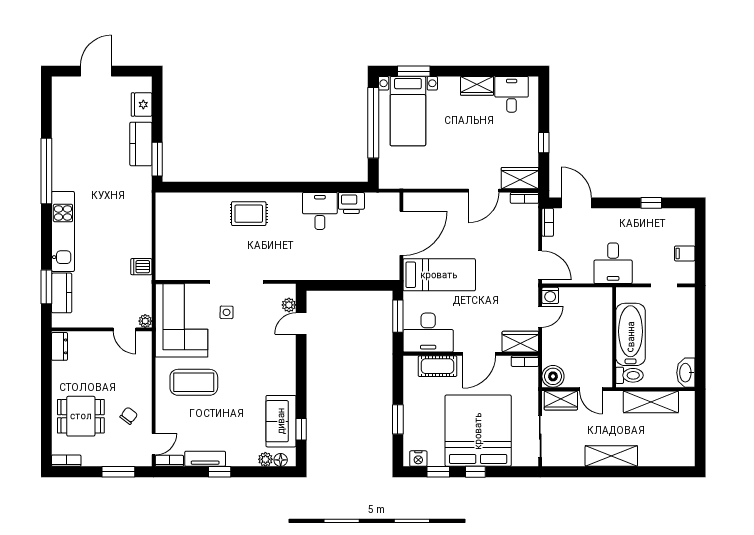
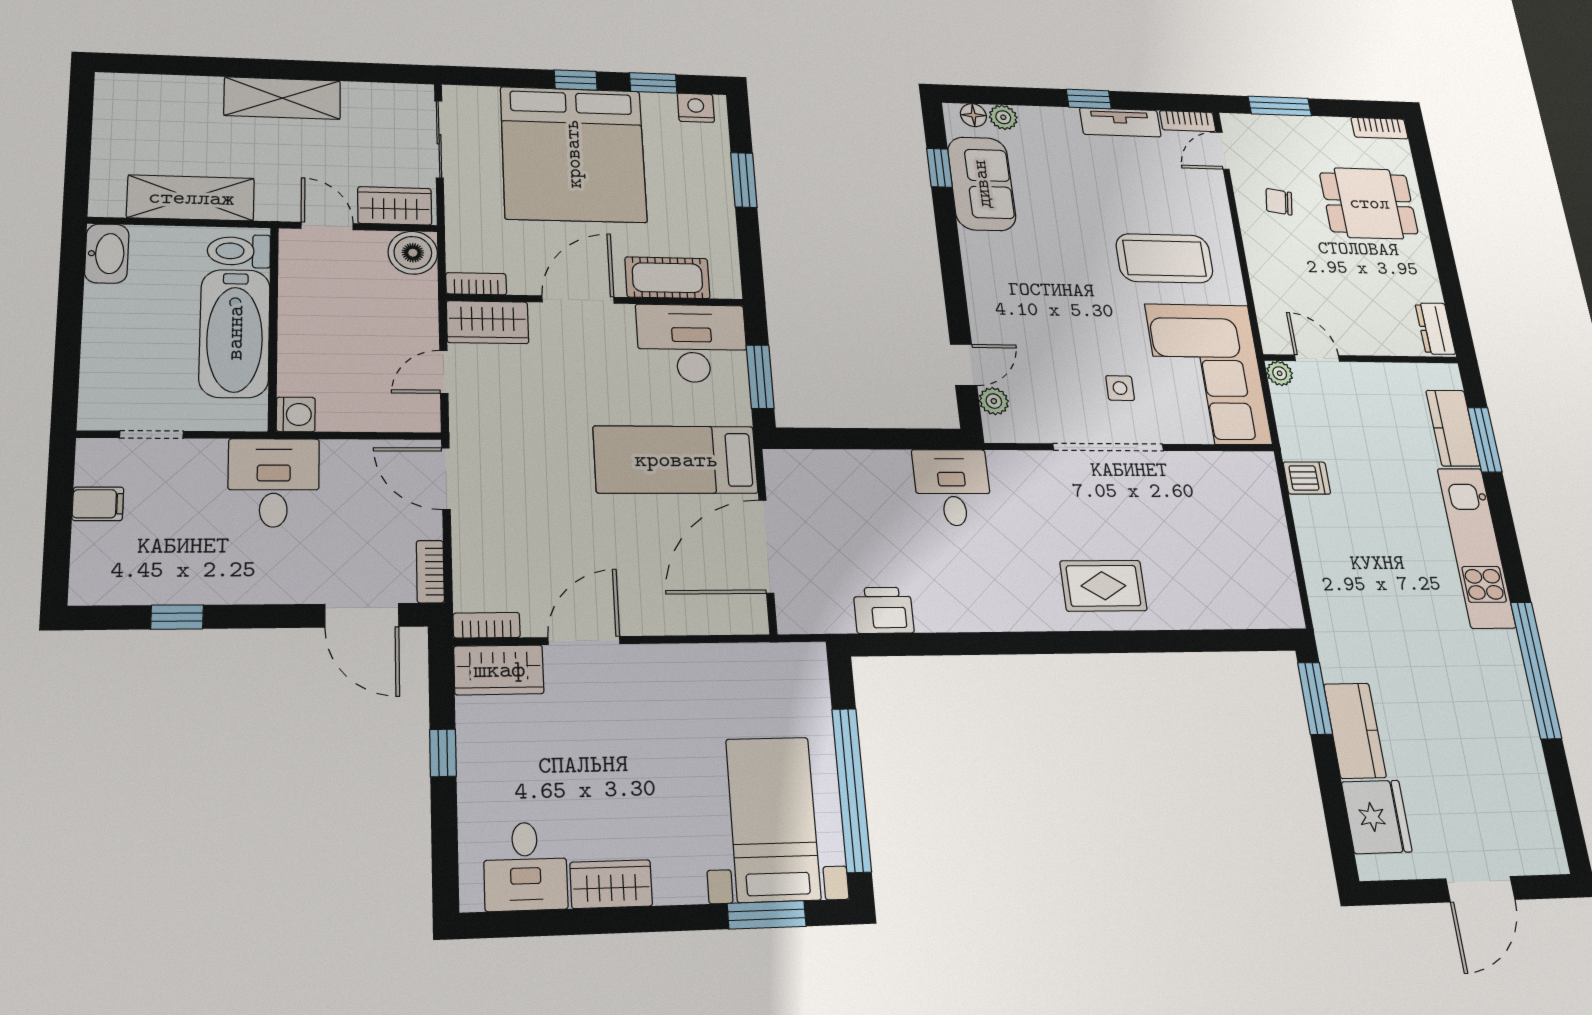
fridge: (142, 105) -> (1377, 817), width x1.36, depth x1.34
desk: (320, 211) -> (952, 487), moved, turned 180
washing machine: (550, 295) -> (296, 414), moved, turned 90
chair: (129, 416) -> (1279, 202), turned 62

